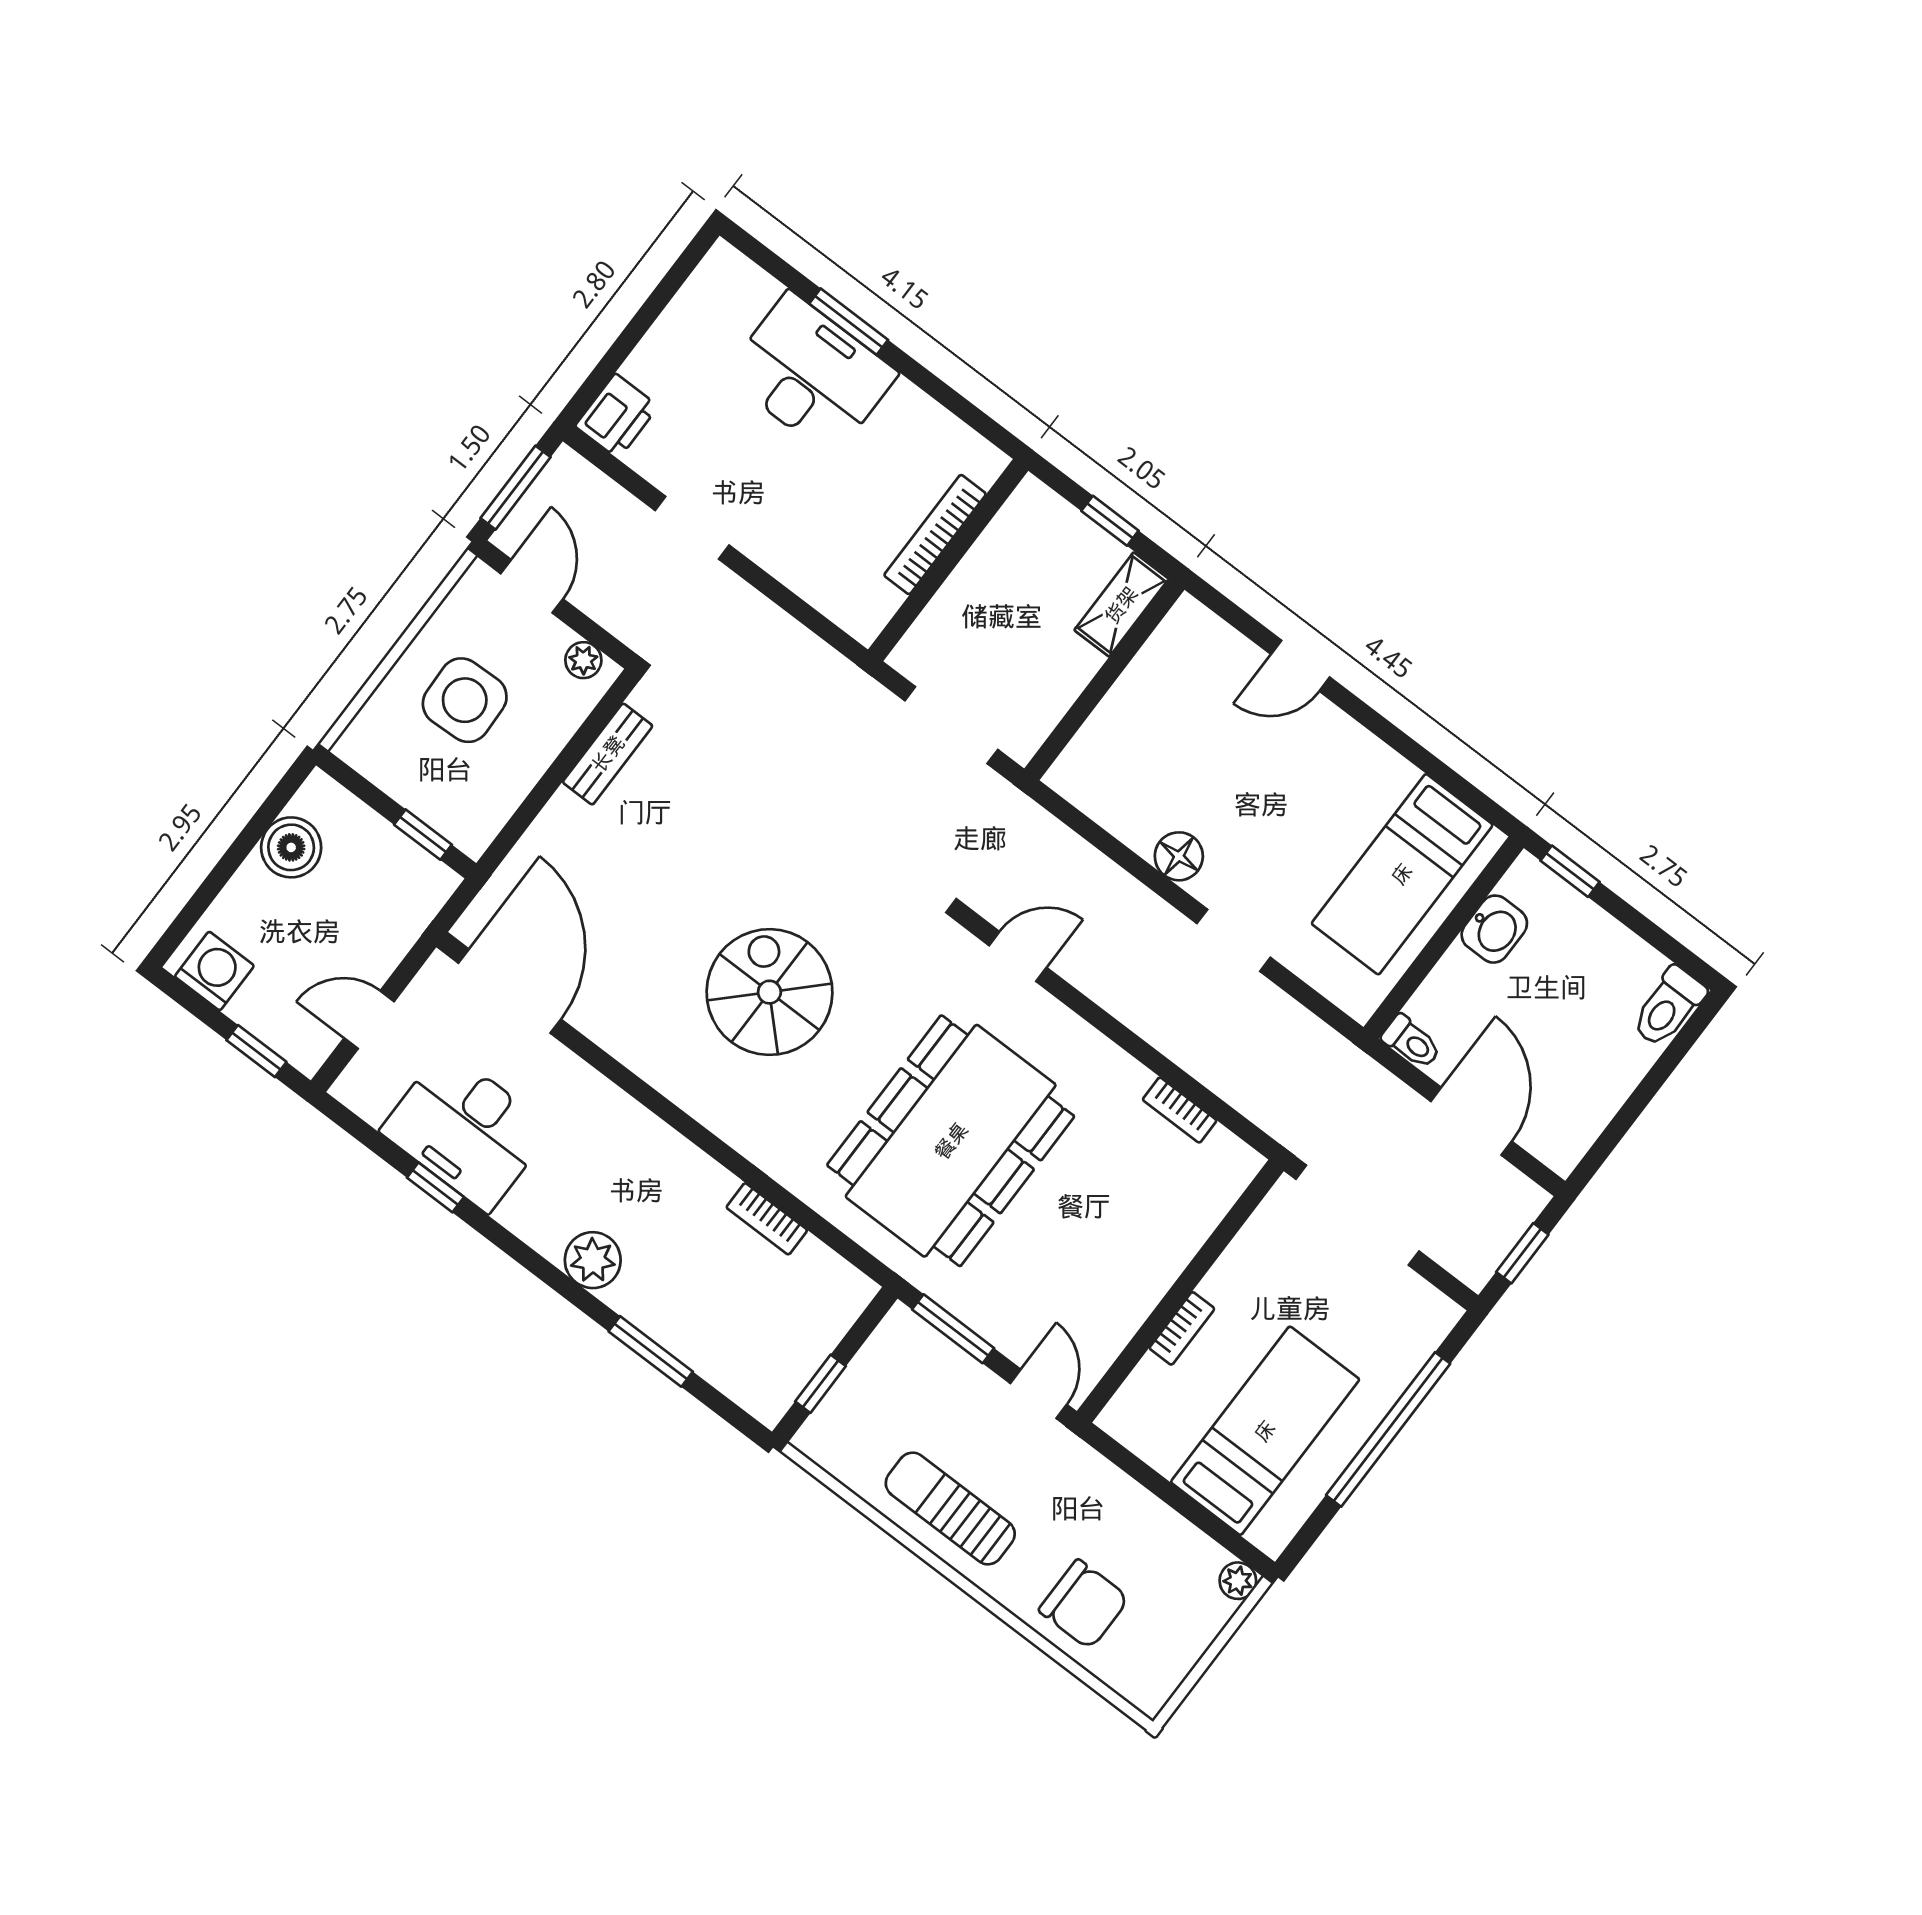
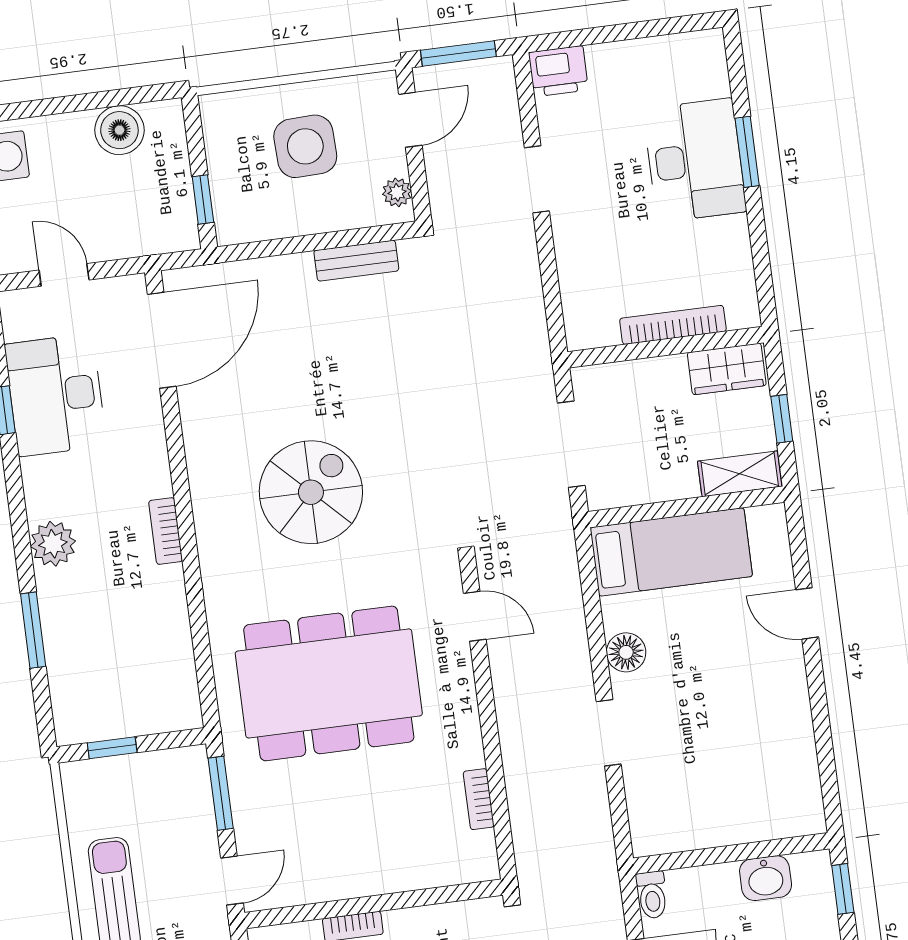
wardrobe: (1019, 526) -> (727, 369), added
bed: (1402, 874) -> (671, 552), moved, turned 180
bookcase: (767, 1219) -> (166, 531), moved

